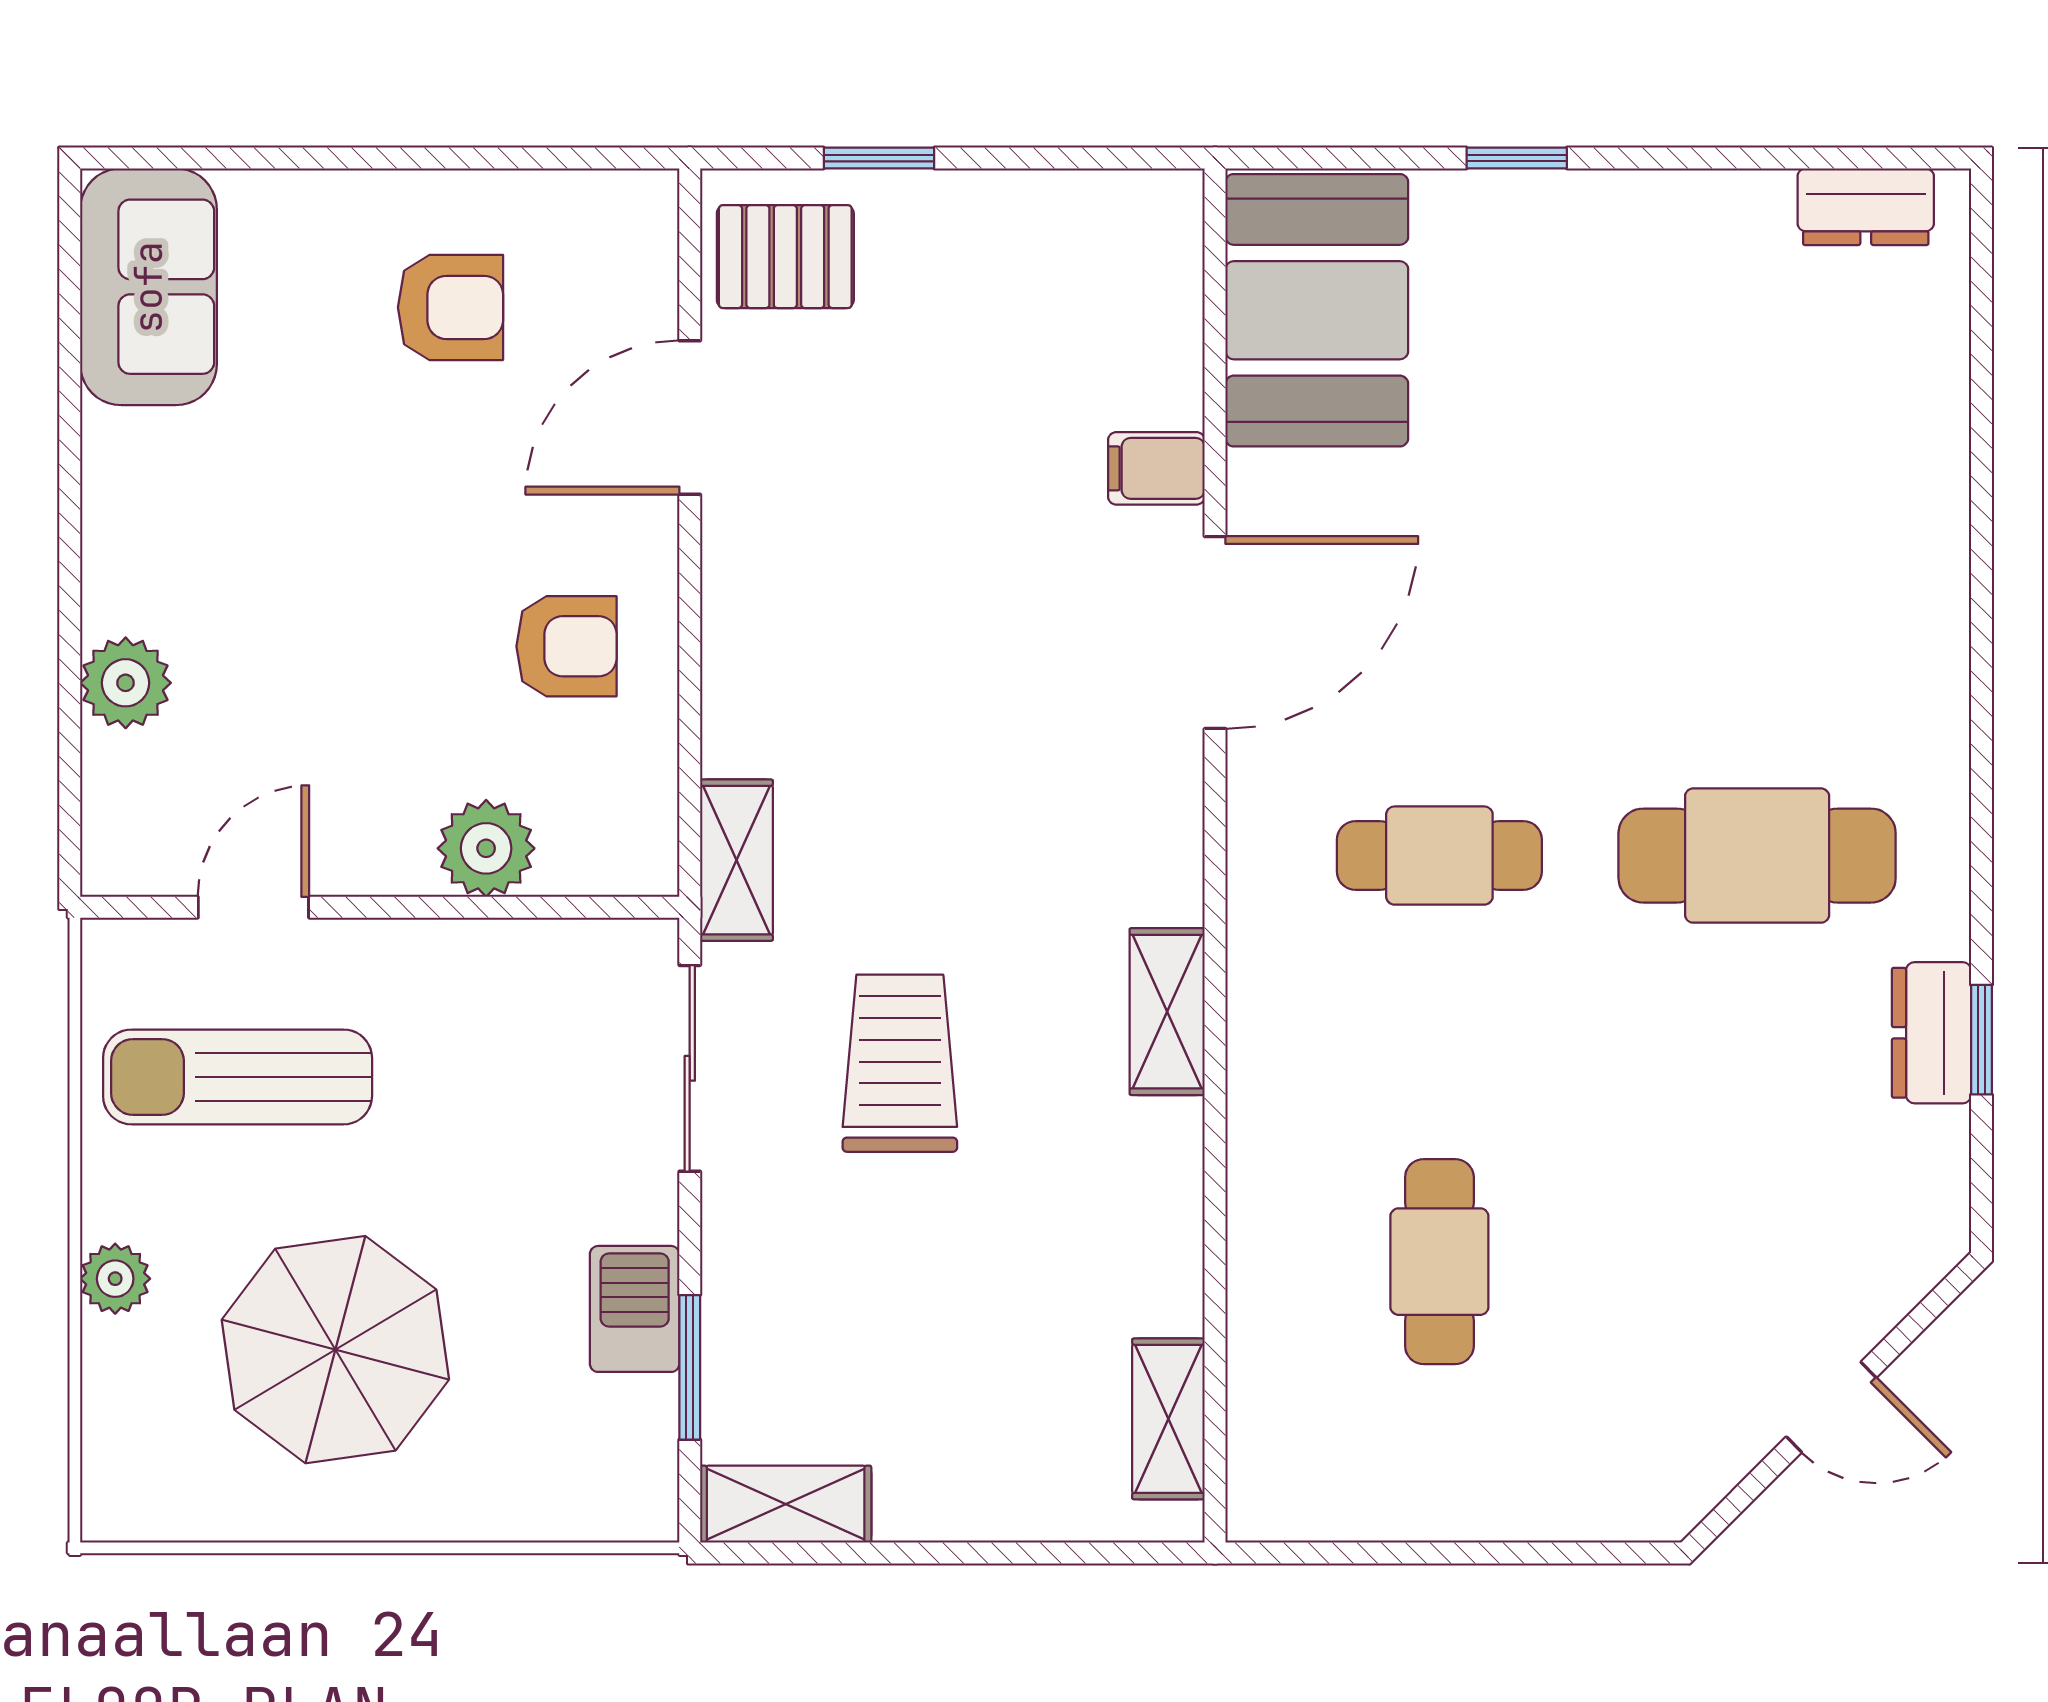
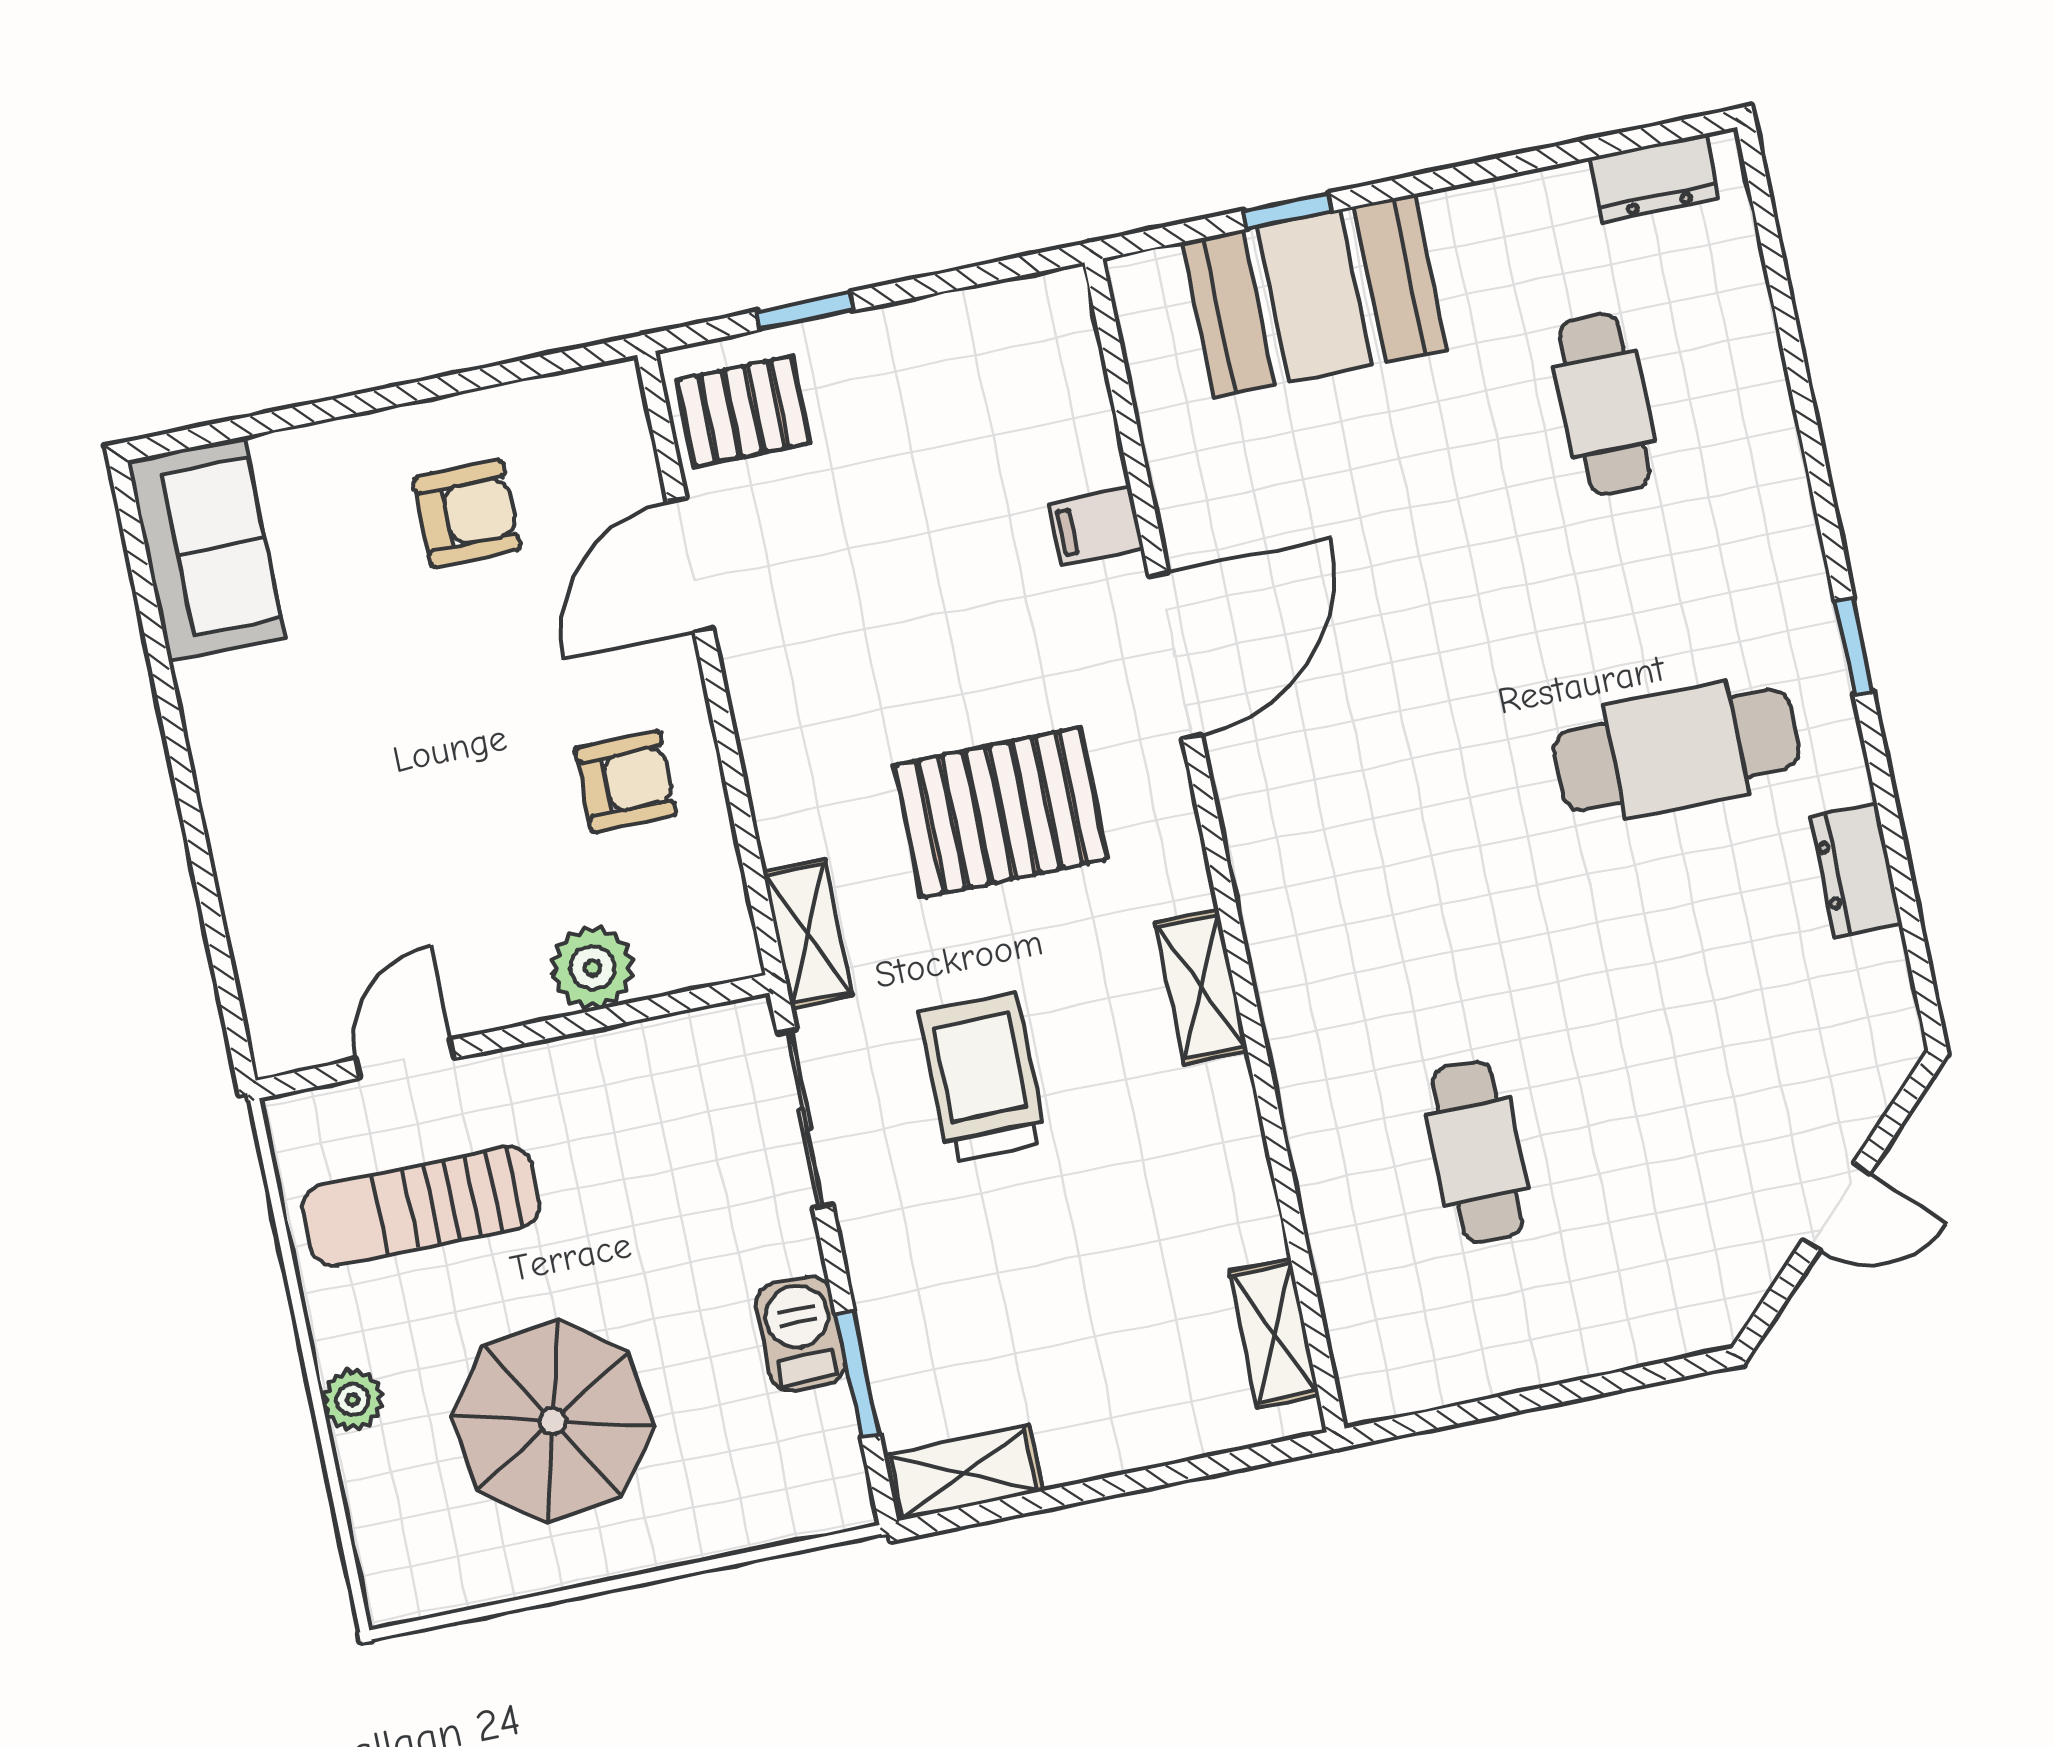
window: (1517, 158) -> (1288, 211), moved
booth: (1317, 310) -> (1314, 296), moved, turned 90
plant: (126, 683) -> (256, 890), removed
pallet: (982, 768) -> (1001, 812), added
cafe table: (1439, 856) -> (1604, 404), moved, turned 90
window: (1981, 1040) -> (1854, 647), moved

